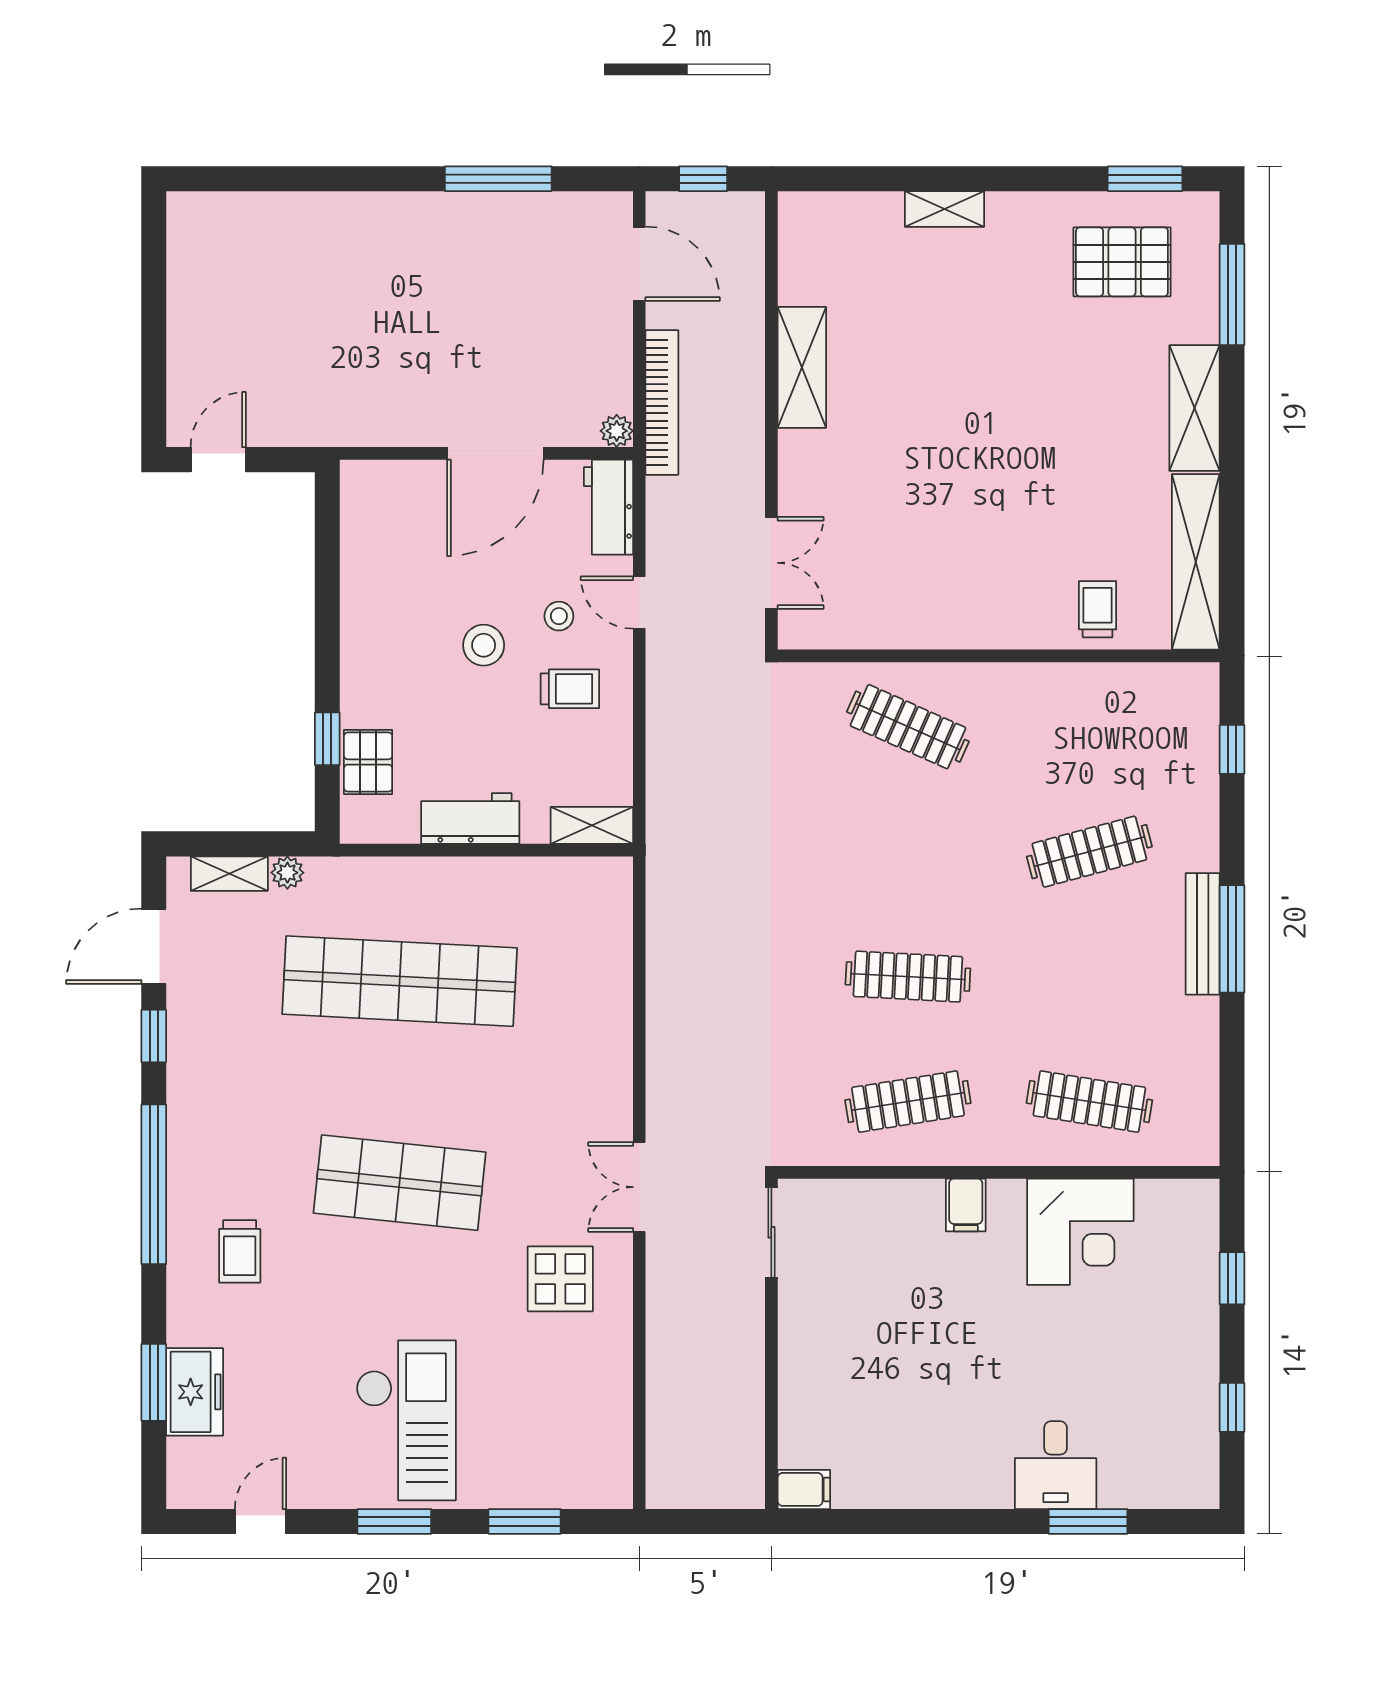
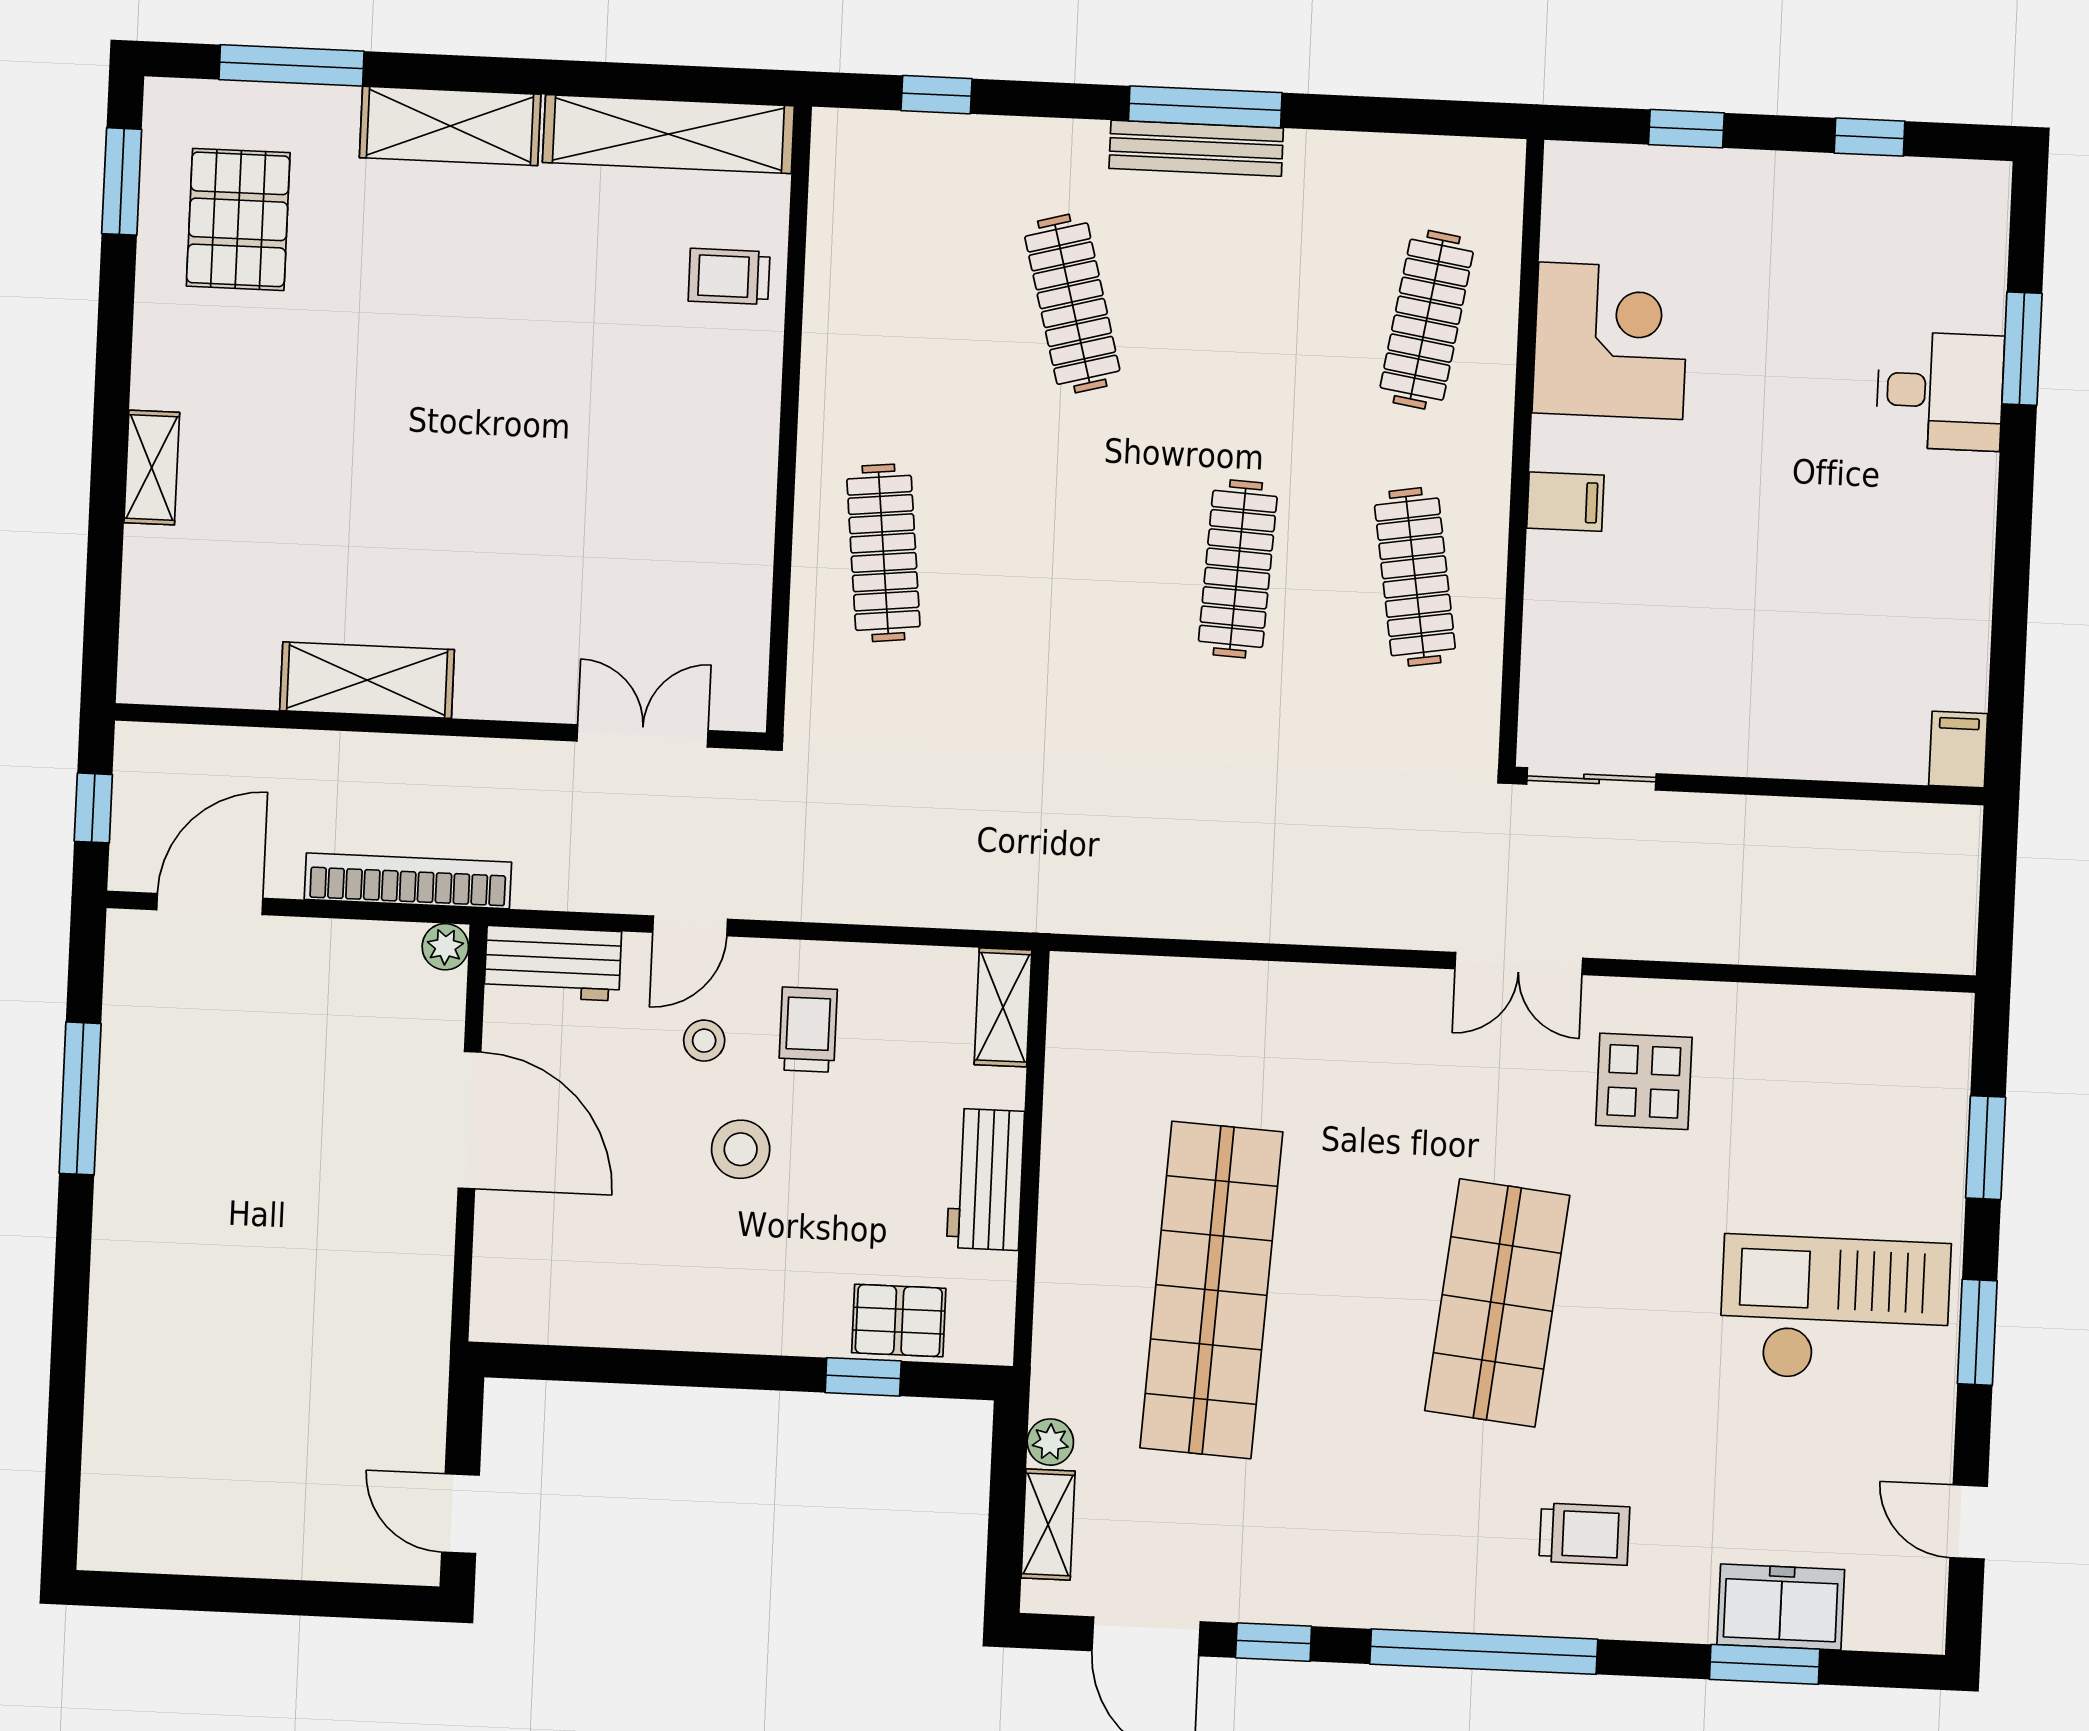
clothes rail: (908, 727) -> (883, 553), turned -30

